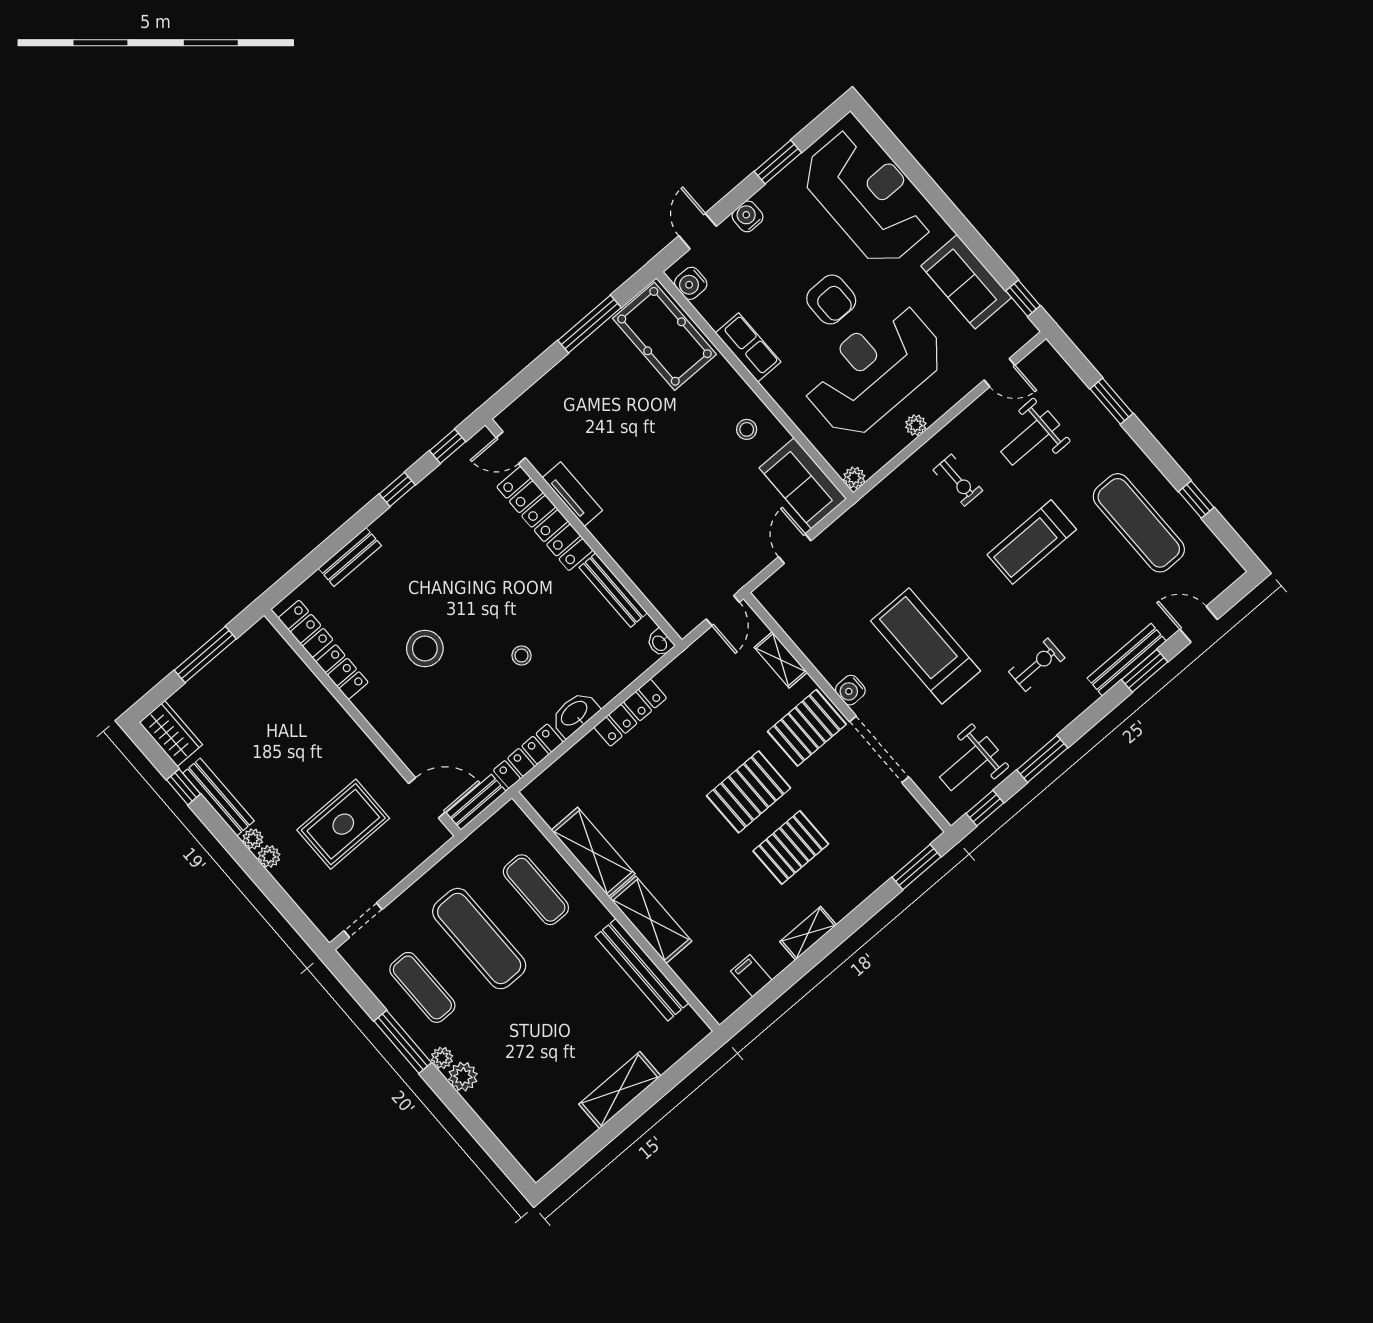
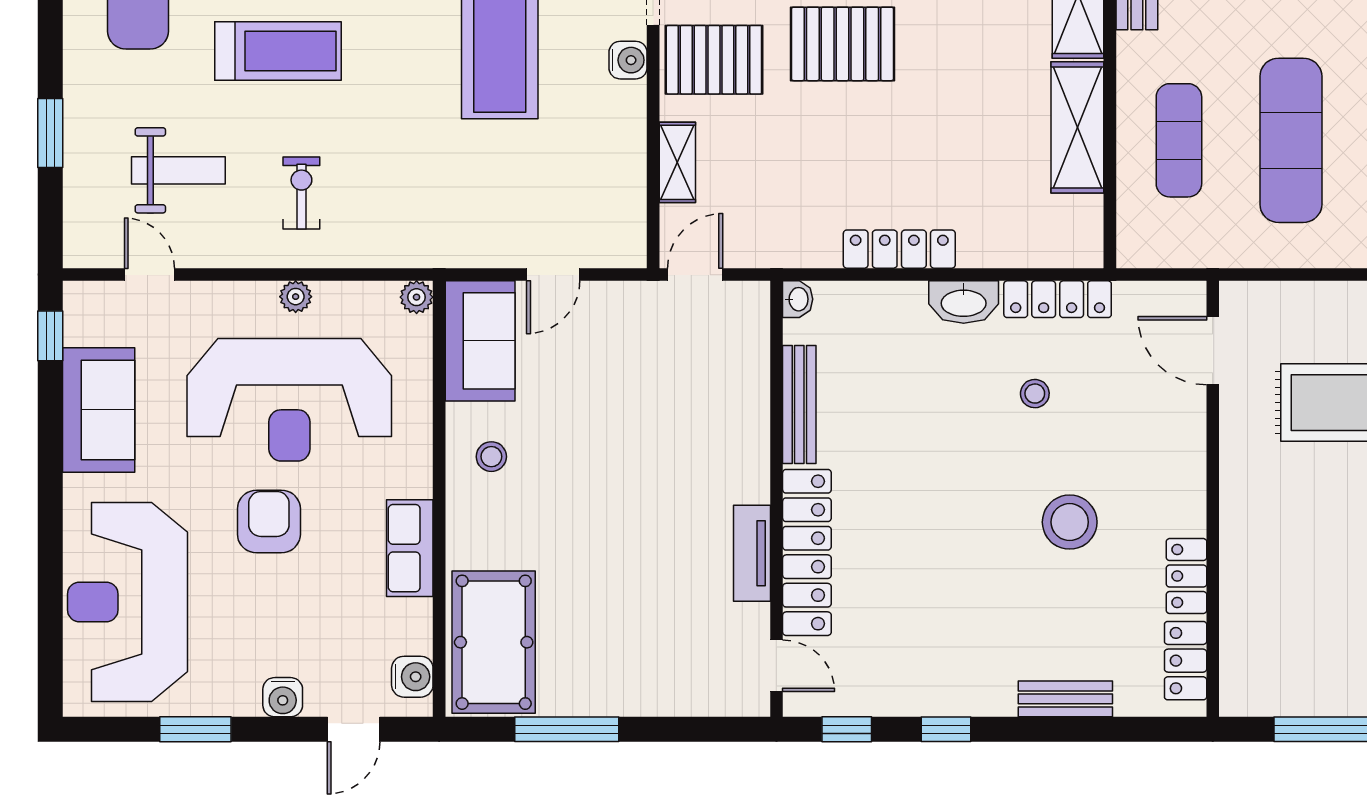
stool: (522, 655) -> (1035, 394), moved
bench: (476, 802) -> (1162, 298), removed

